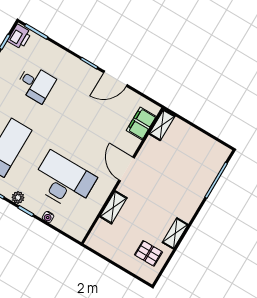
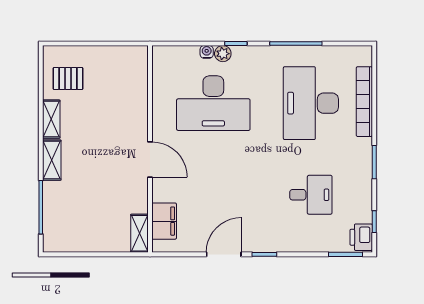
desk: (36, 84) -> (311, 195), turned 180
plant: (18, 197) -> (223, 54), moved
shelving: (113, 207) -> (52, 160), moved

